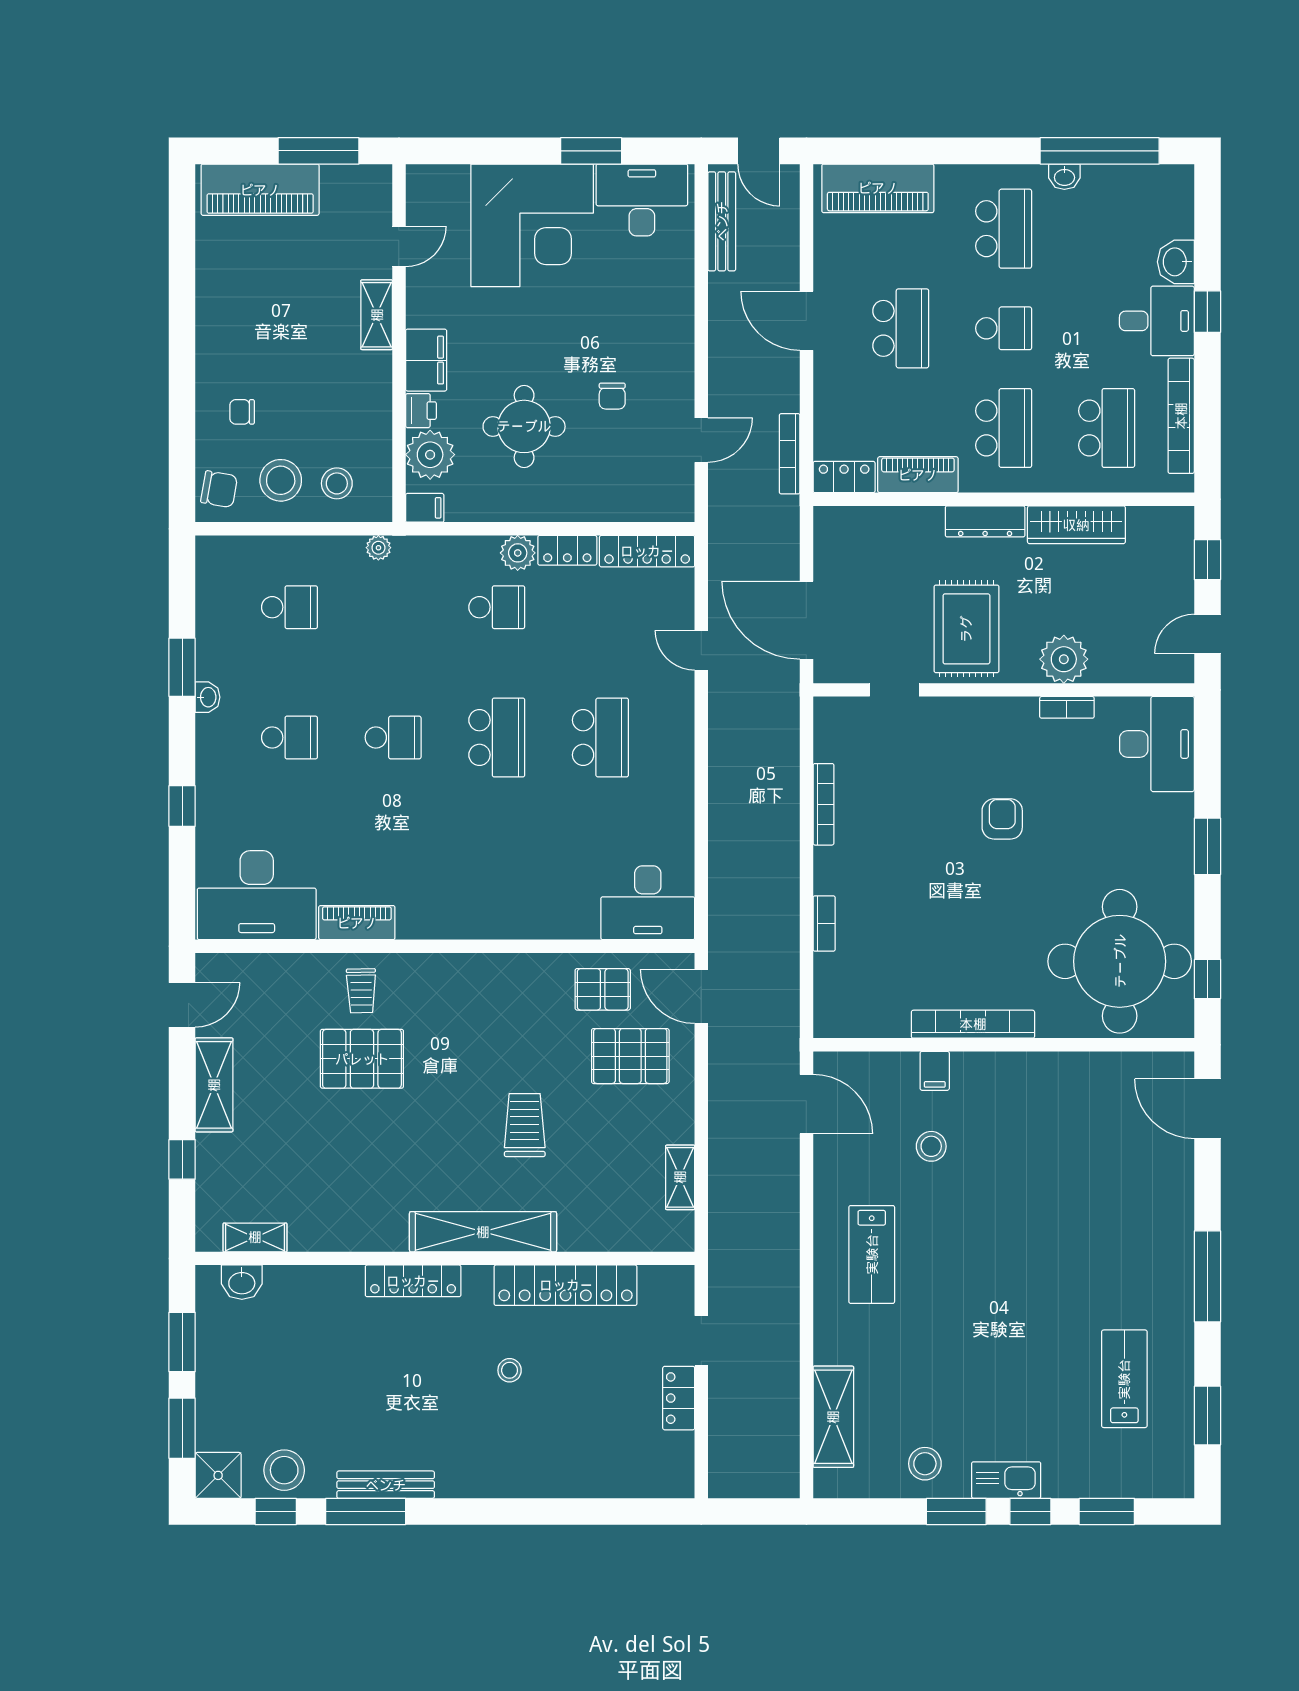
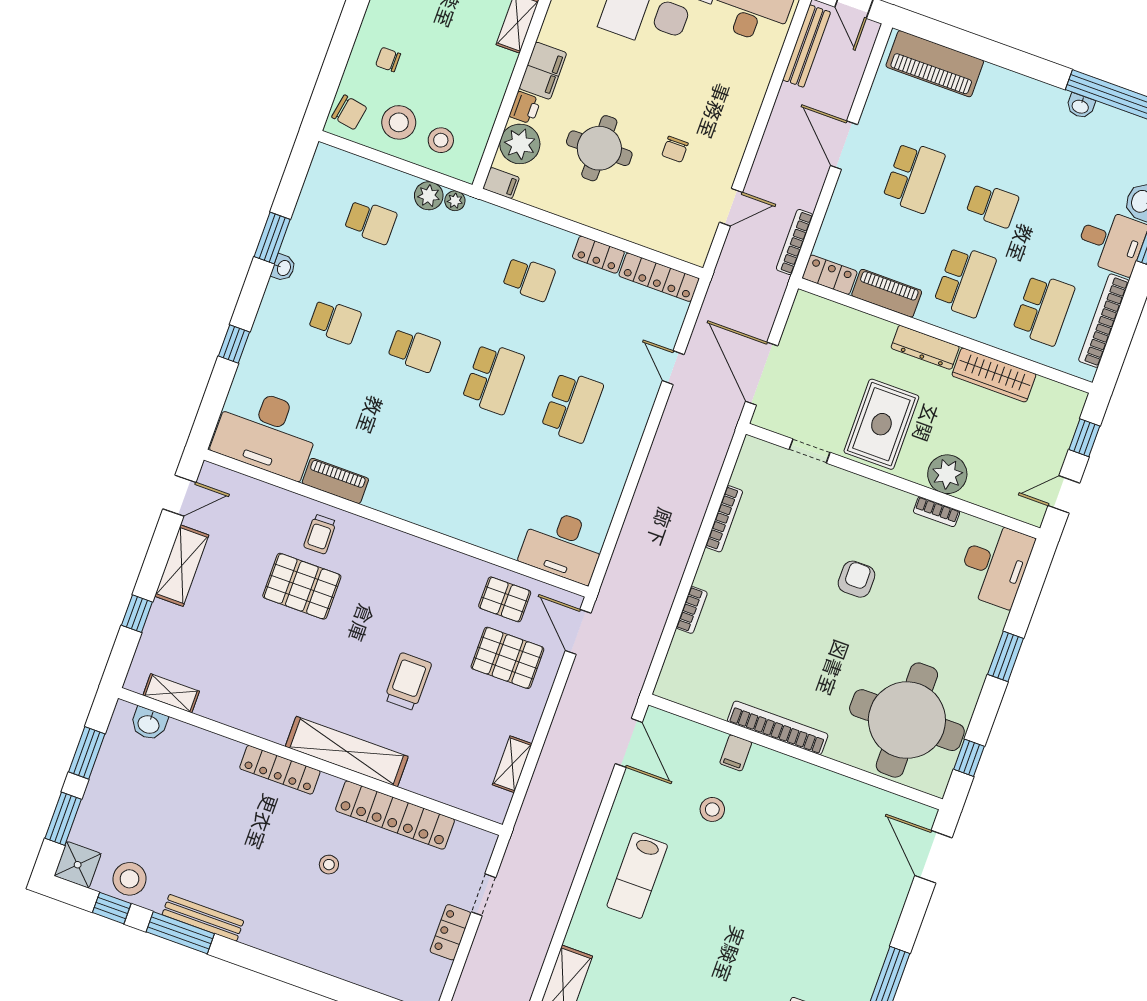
school desk: (1004, 229) -> (1020, 129), removed
plant: (518, 553) -> (429, 196), moved

